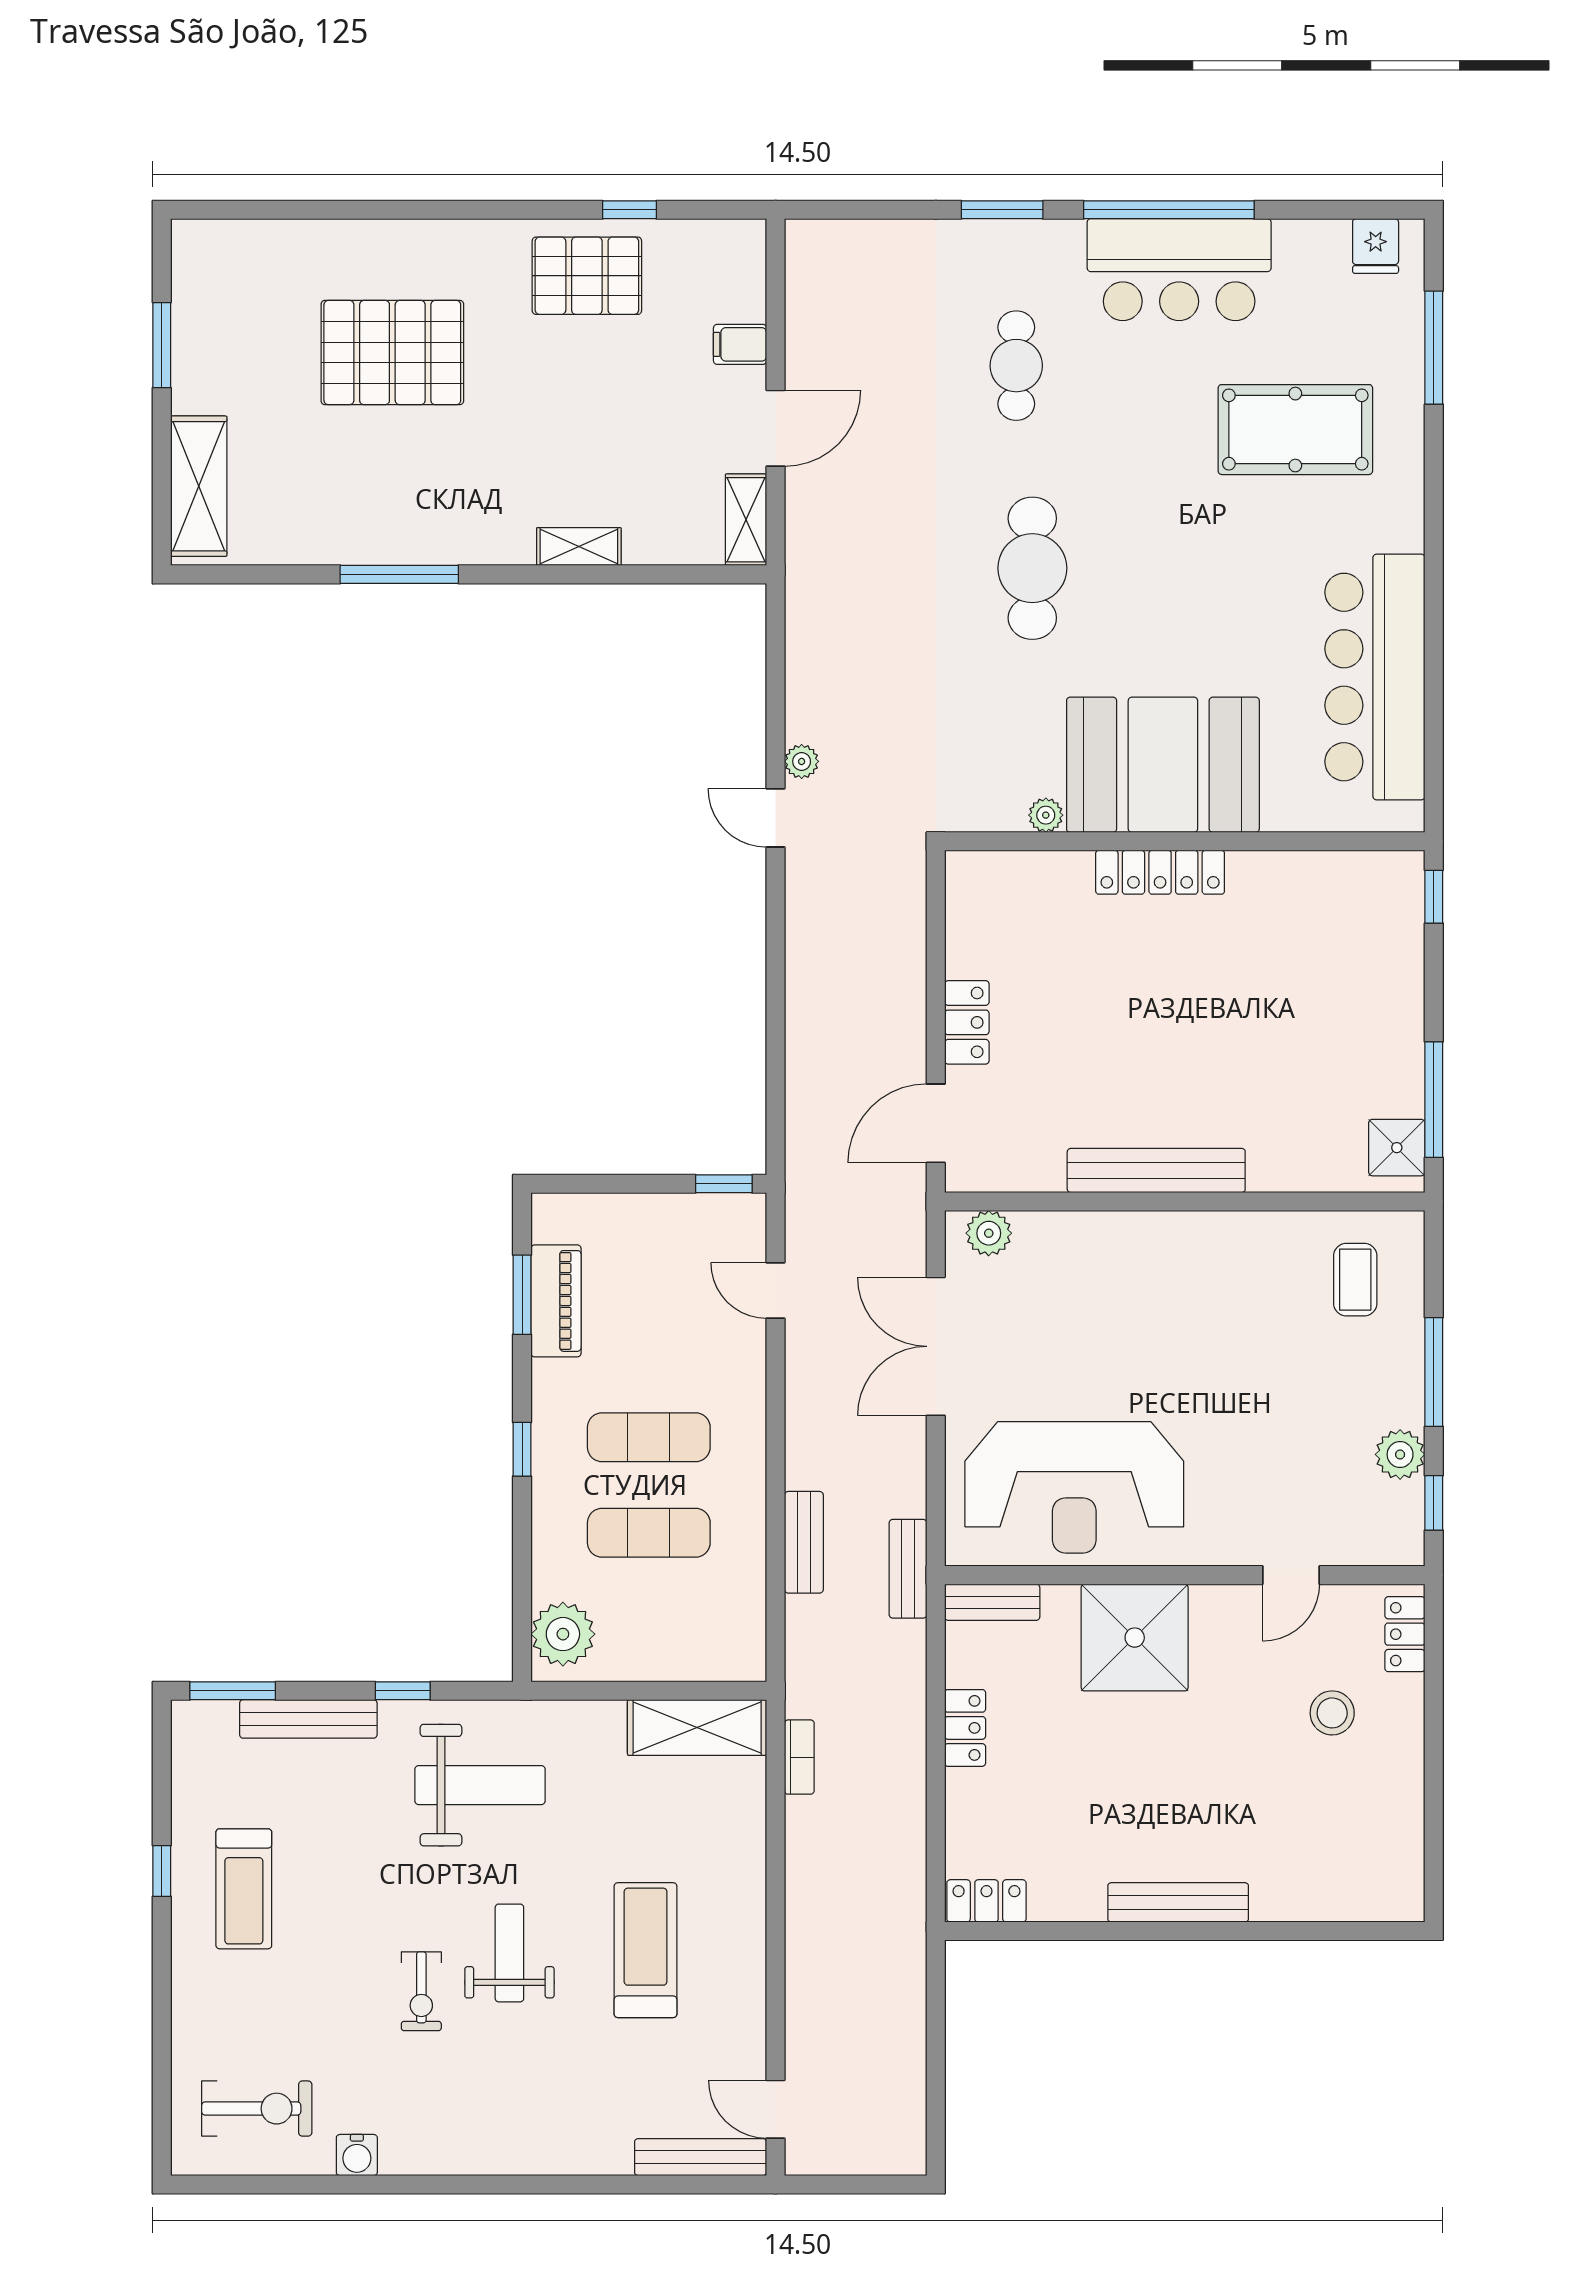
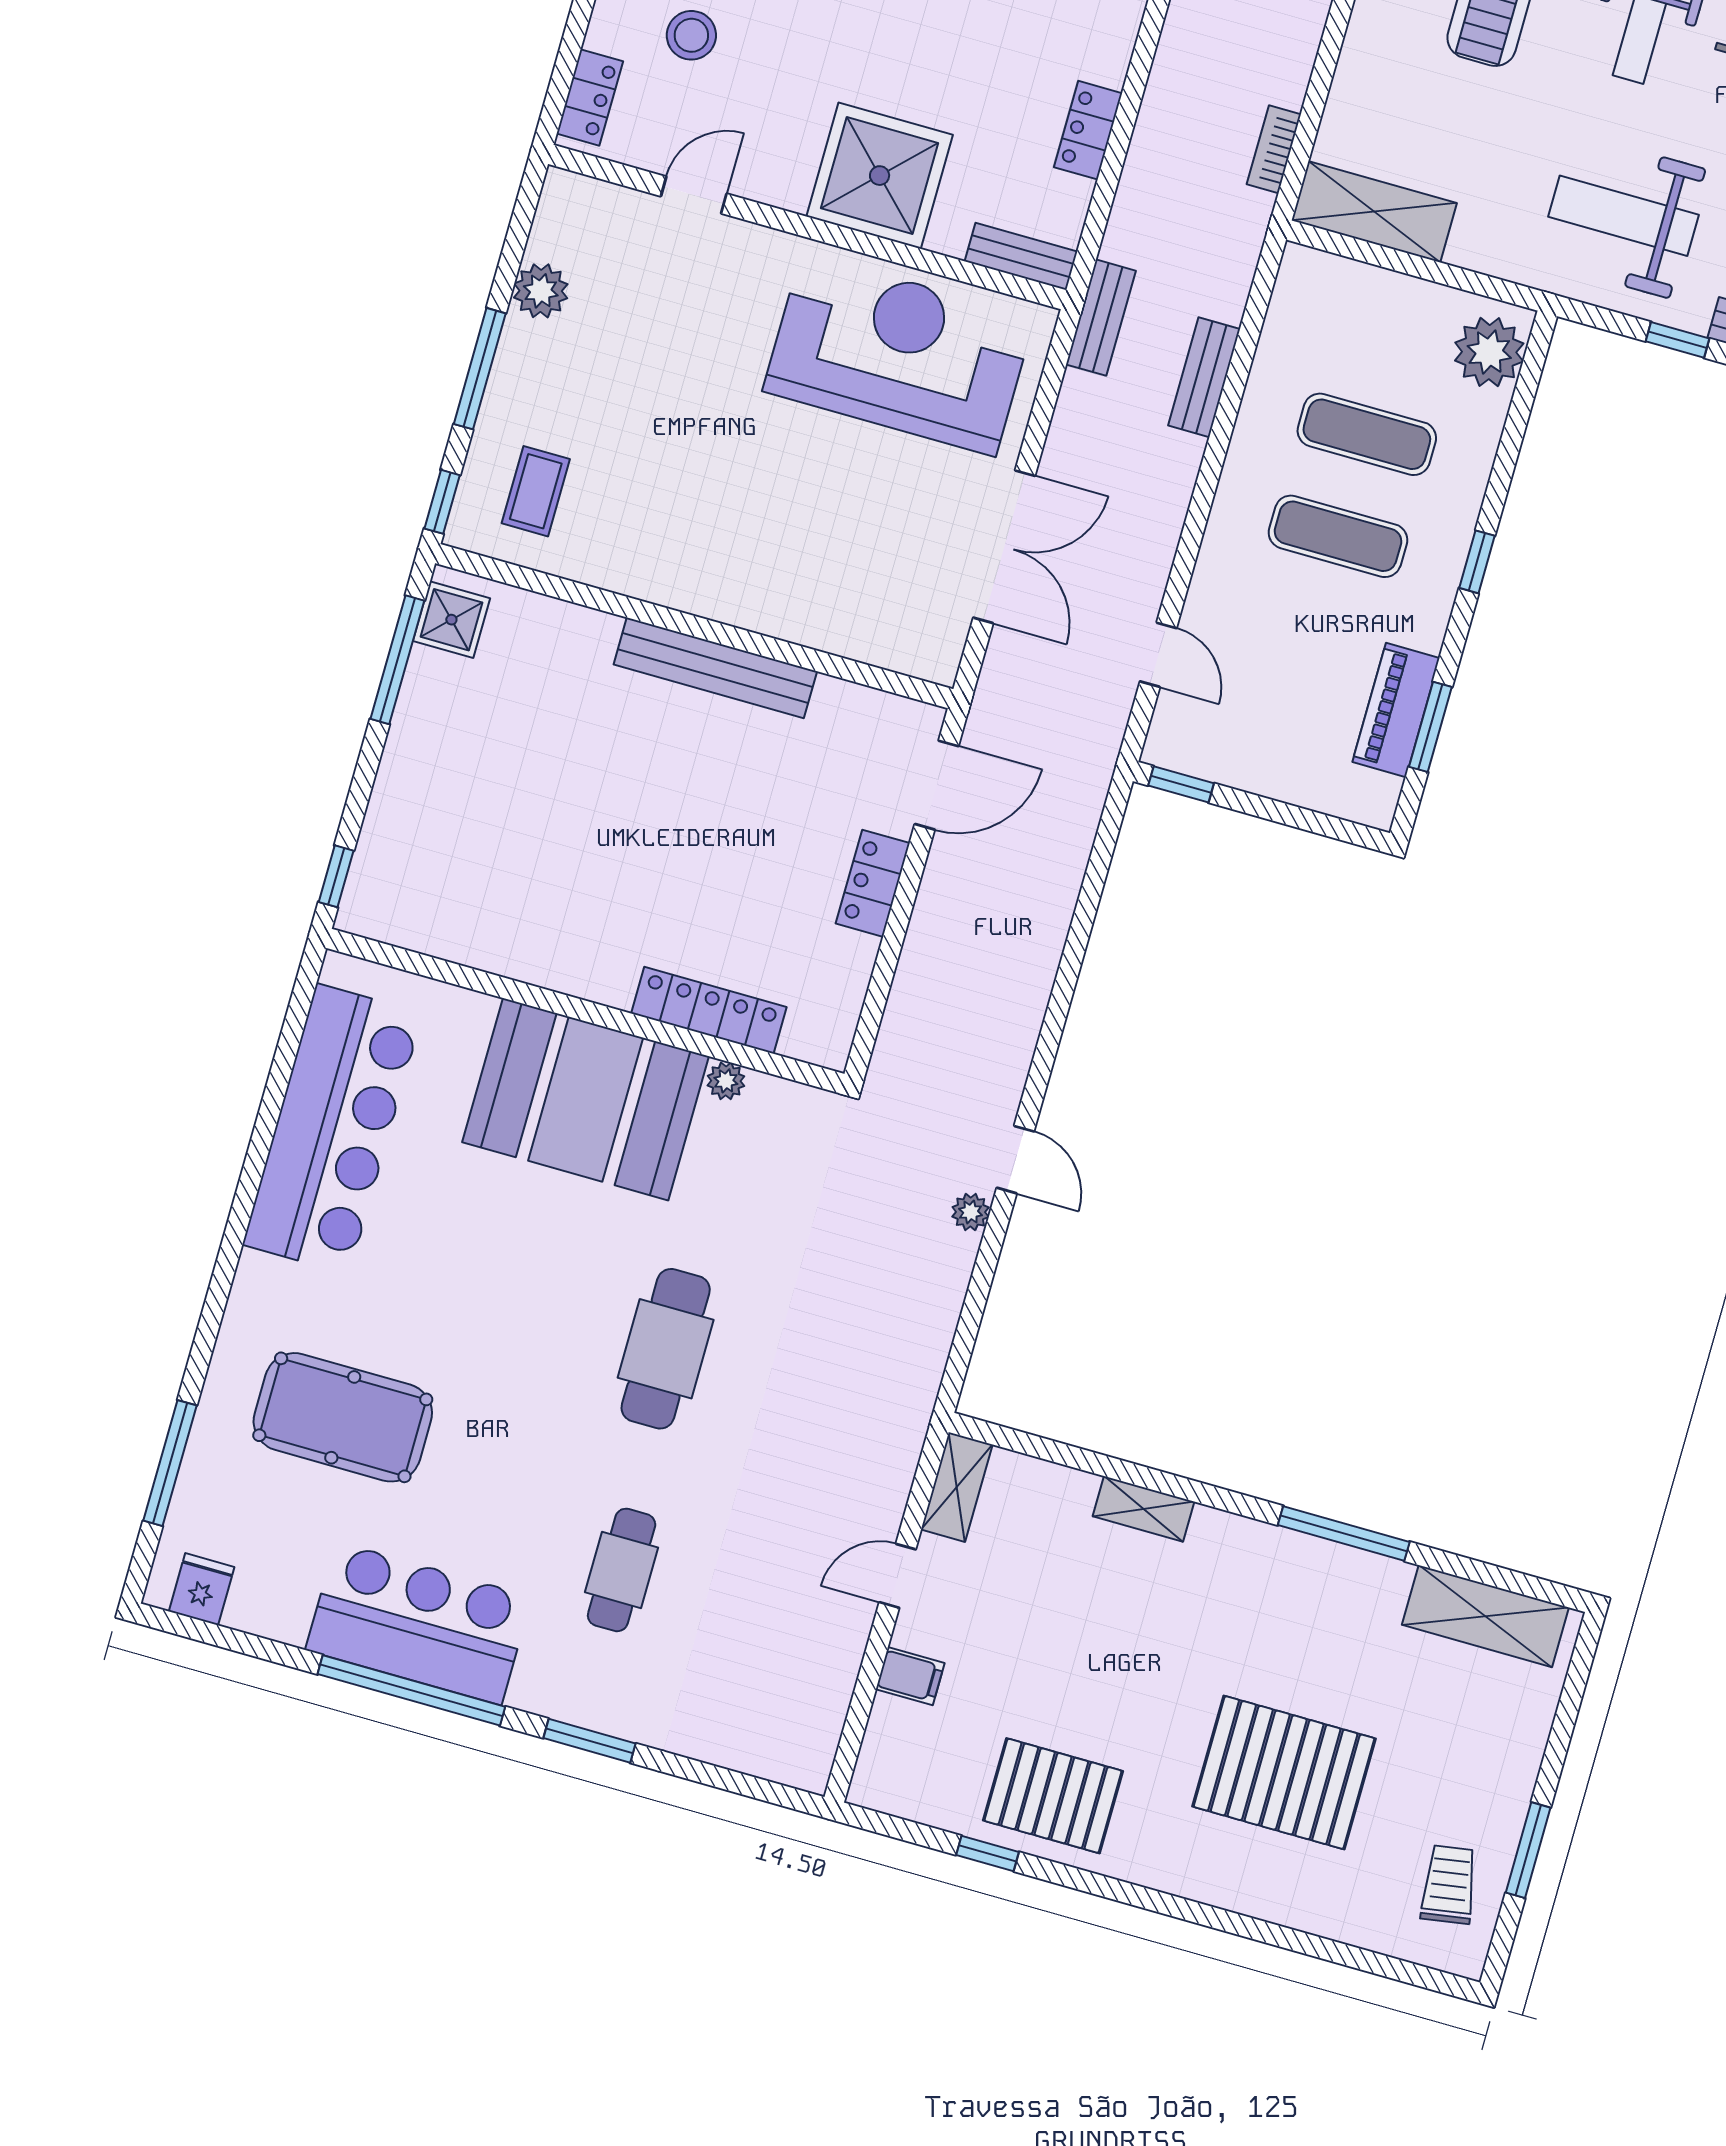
trolley: (222, 296) -> (1449, 1885), added
door: (776, 428) -> (898, 1576), width x0.73
shelving: (199, 486) -> (1485, 1616), moved, turned 90
locker: (1160, 872) -> (709, 1010), moved
plant: (989, 1233) -> (913, 652), removed
window: (1434, 1503) -> (442, 502), moved

